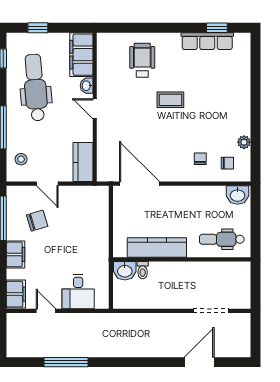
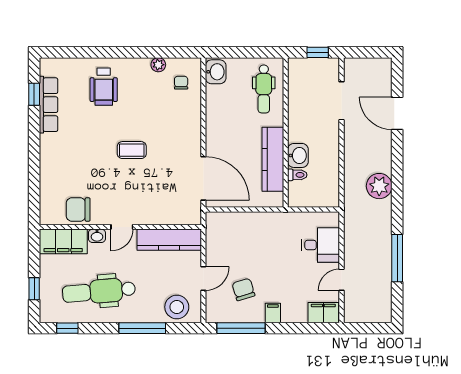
wheelchair: (142, 60) -> (104, 87), moved, turned -90
coffee table: (170, 100) -> (132, 150), moved, turned 90
stool: (21, 159) -> (177, 307), width x1.89, depth x1.89
chair: (200, 159) -> (78, 209), moved, width x1.87, depth x1.87
kitchen counter: (83, 162) -> (169, 240), width x1.50
door: (139, 184) -> (203, 178), swing flipped
filing cabinet: (16, 254) -> (273, 313), width x0.50
washbasin: (125, 271) -> (298, 155), moved
window: (255, 289) -> (318, 52), added
plant: (132, 346) -> (379, 186), added

